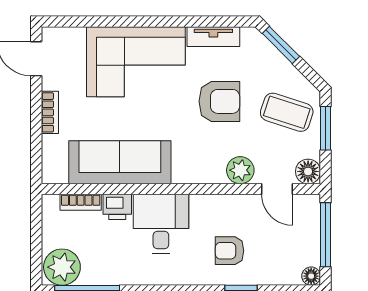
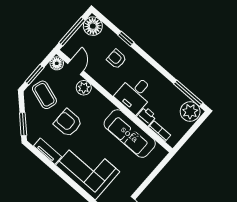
bookcase: (50, 112) -> (140, 178), removed
armchair: (230, 251) -> (117, 59), turned 180
floor lamp: (311, 276) -> (93, 26), width x1.89, depth x1.89

